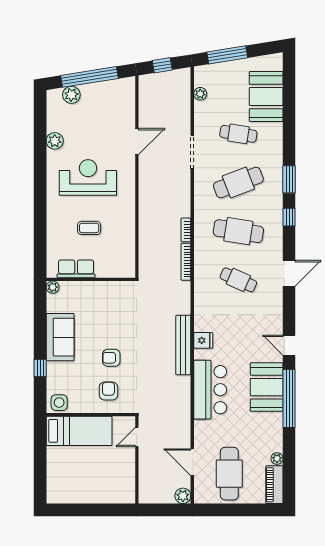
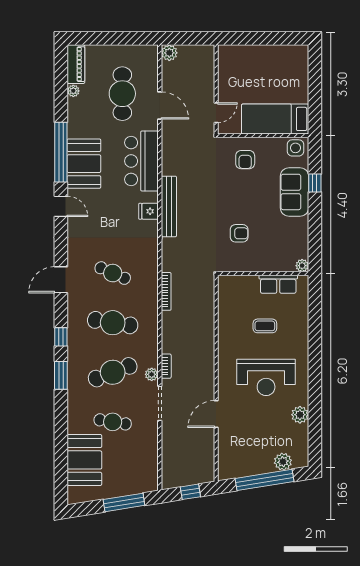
plant: (200, 94) -> (152, 374), moved
bookcase: (186, 230) -> (166, 366), moved
sofa: (60, 337) -> (295, 192), moved
armchair: (111, 358) -> (239, 233), moved
door: (192, 462) -> (160, 105), moved
cafe table: (229, 474) -> (122, 94), moved

